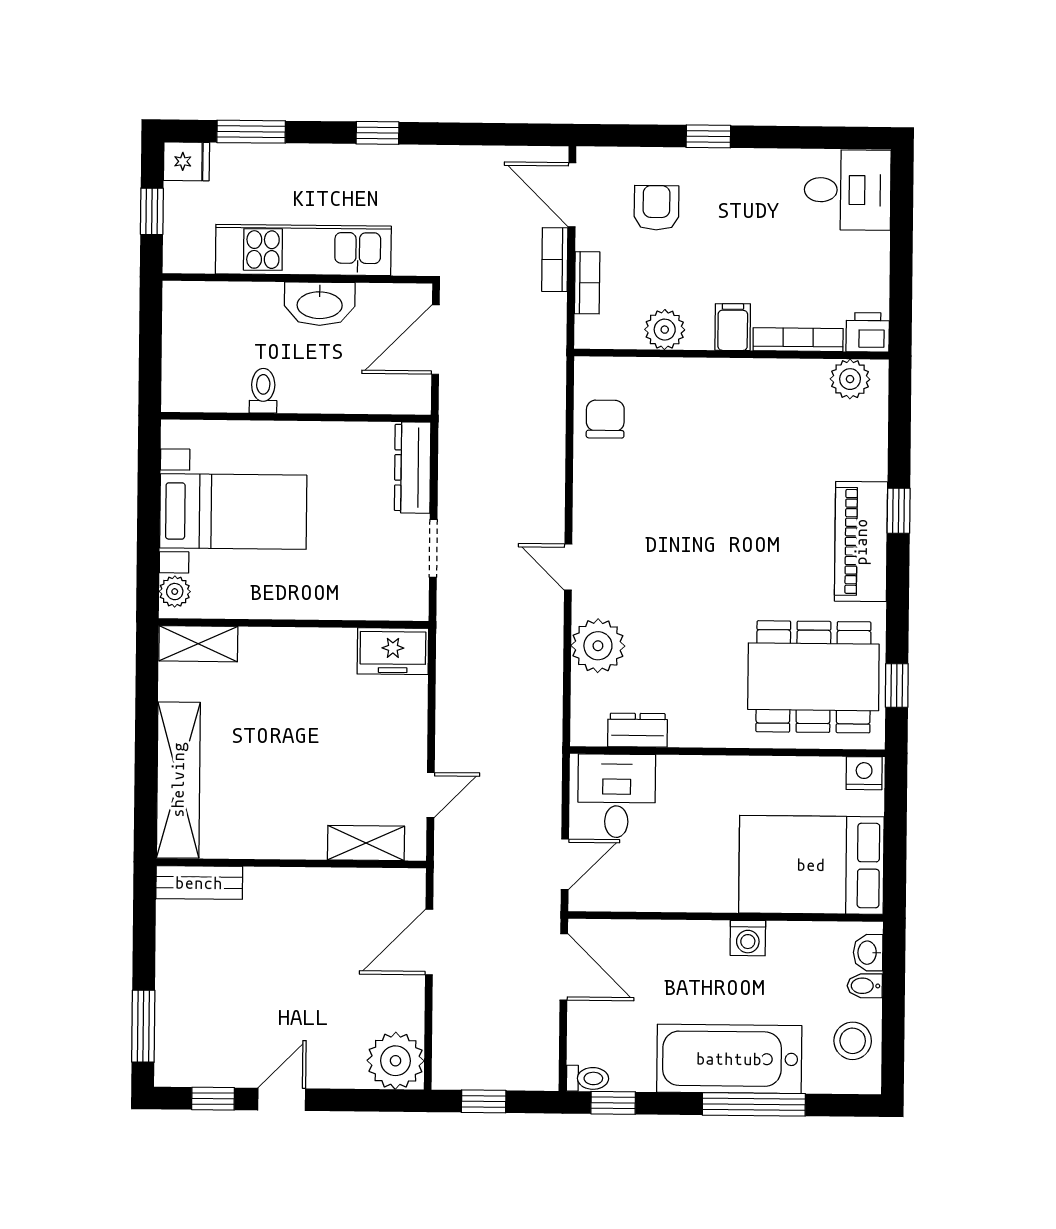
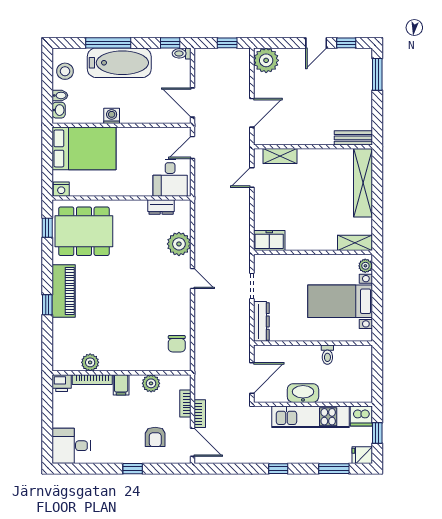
dishwasher: (188, 250) -> (361, 416), added
plant: (850, 379) -> (90, 362), moved

